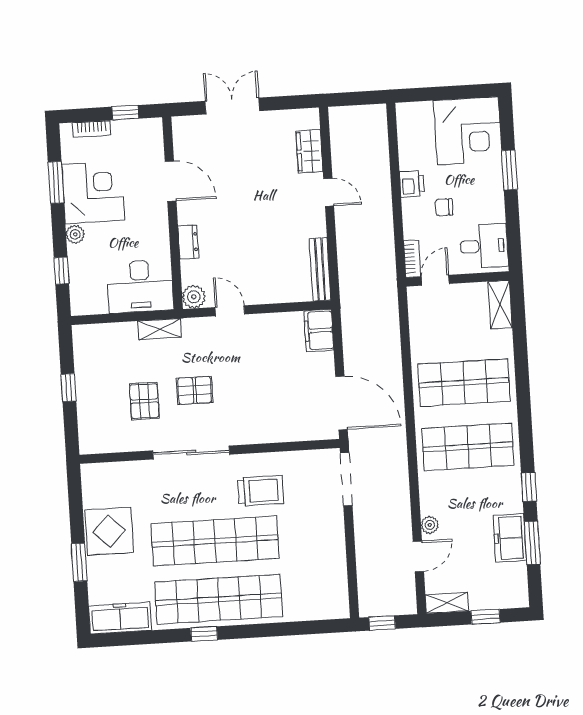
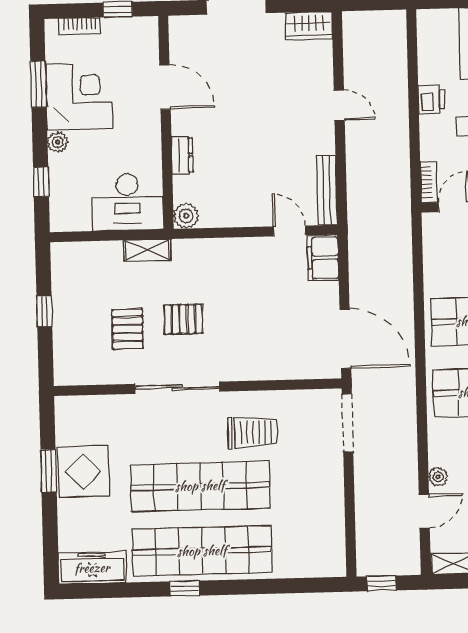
wardrobe: (309, 151) -> (309, 26), moved, turned -90
door: (230, 311) -> (289, 231), moved
window: (79, 562) -> (49, 471), moved

